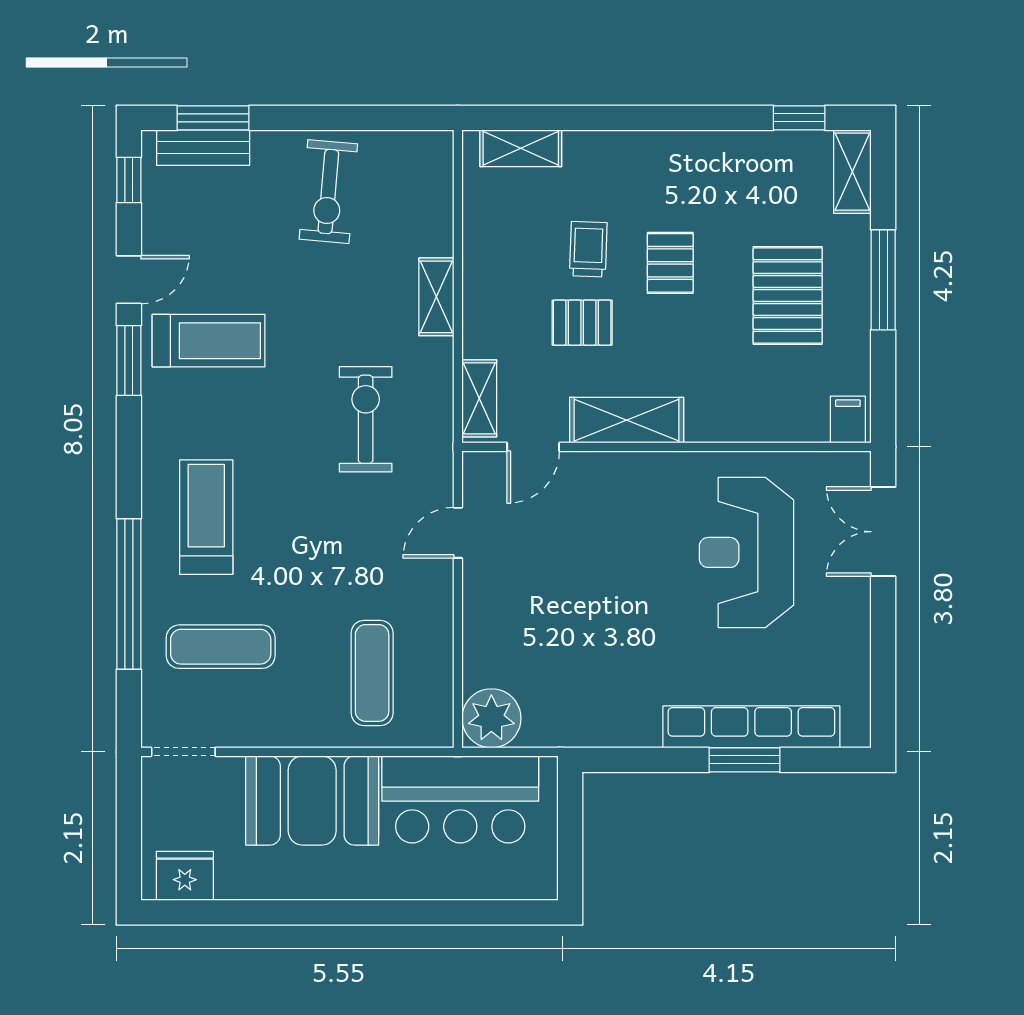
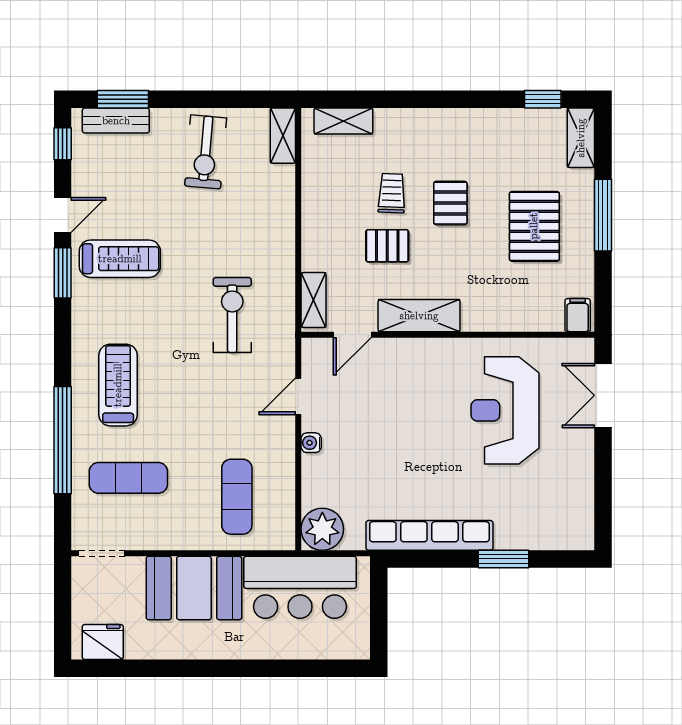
shelving: (436, 297) -> (283, 136), moved
water cooler: (476, 598) -> (311, 443), added
row of seats: (751, 727) -> (429, 535), moved

